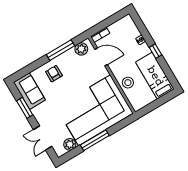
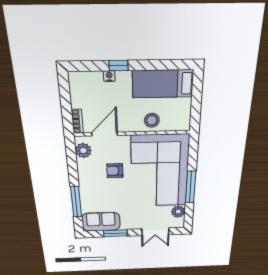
window: (60, 50) -> (76, 202), moved
window: (156, 51) -> (118, 66), moved
armchair: (54, 74) -> (115, 171), moved

